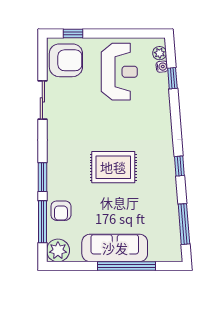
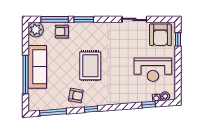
armchair: (158, 189) -> (76, 95), added

